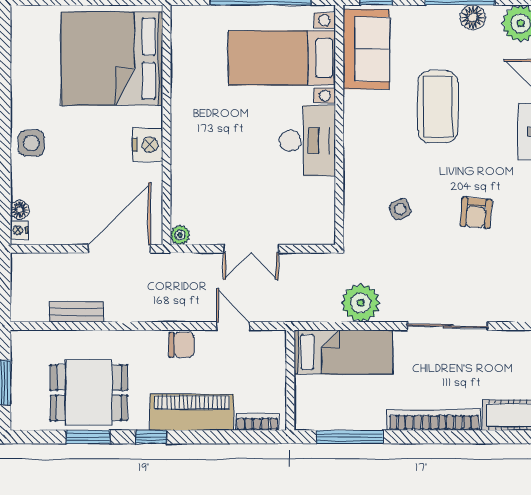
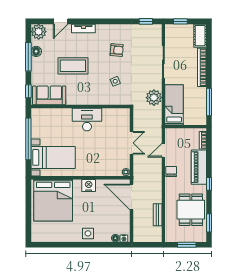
bed with nightstands: (282, 58) -> (53, 157), moved, turned -90
window: (88, 437) -> (209, 223), moved

